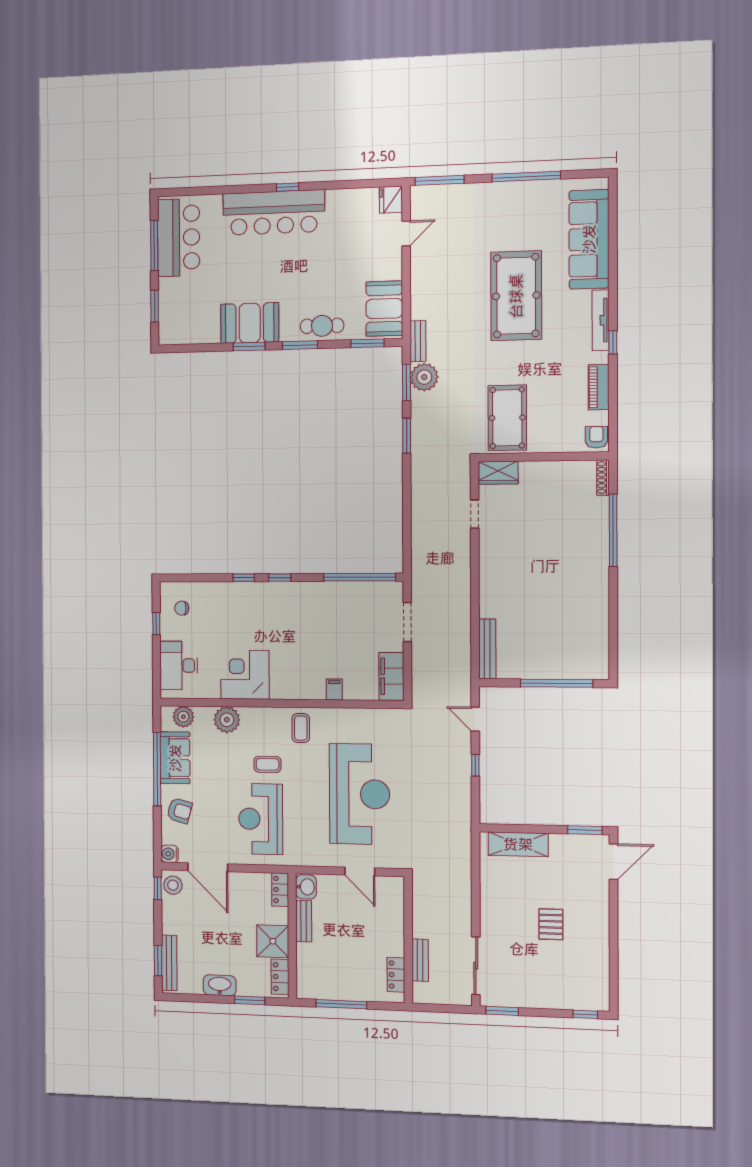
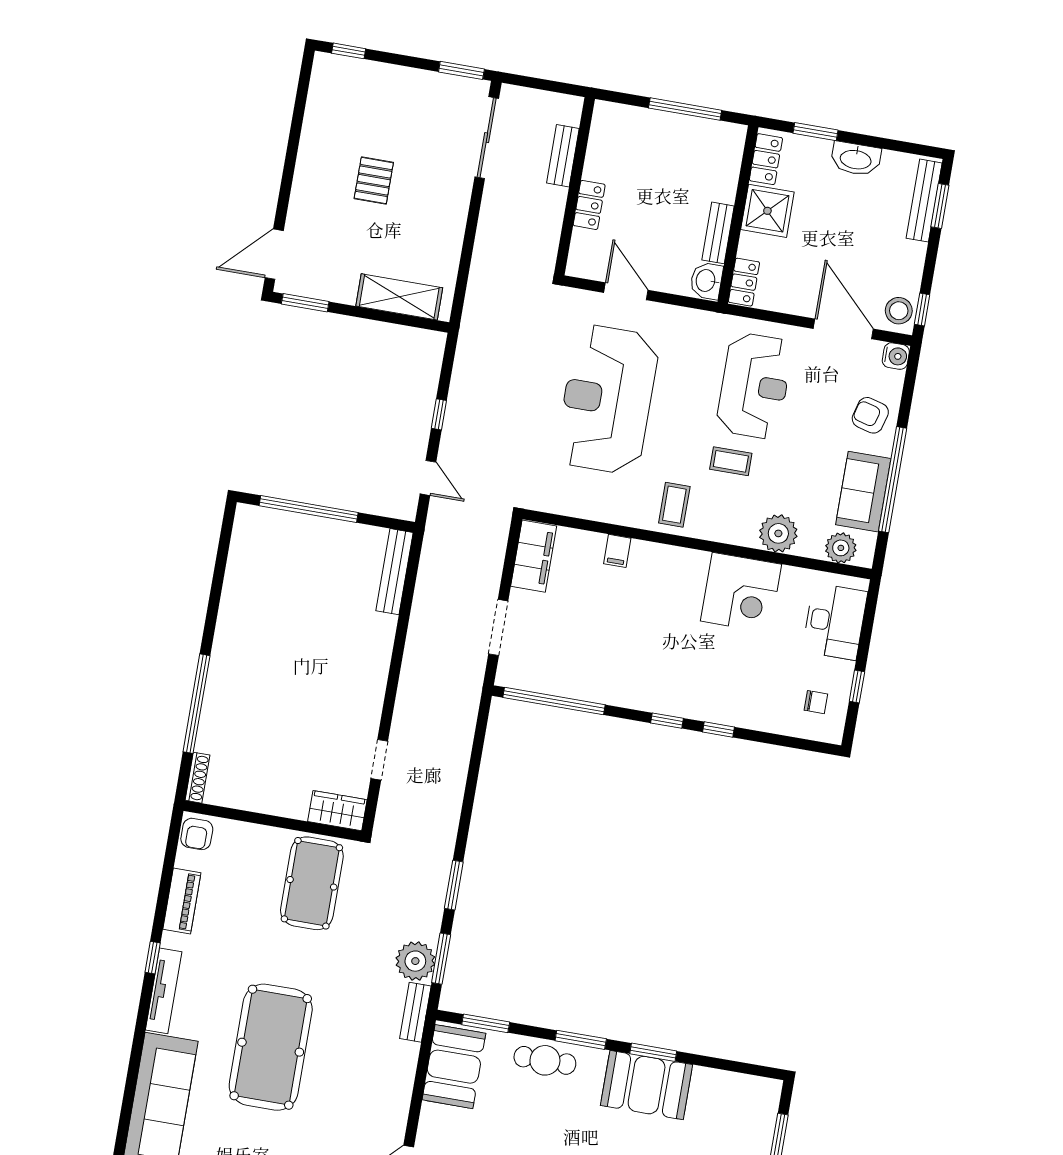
locker: (396, 975) -> (589, 205), moved

